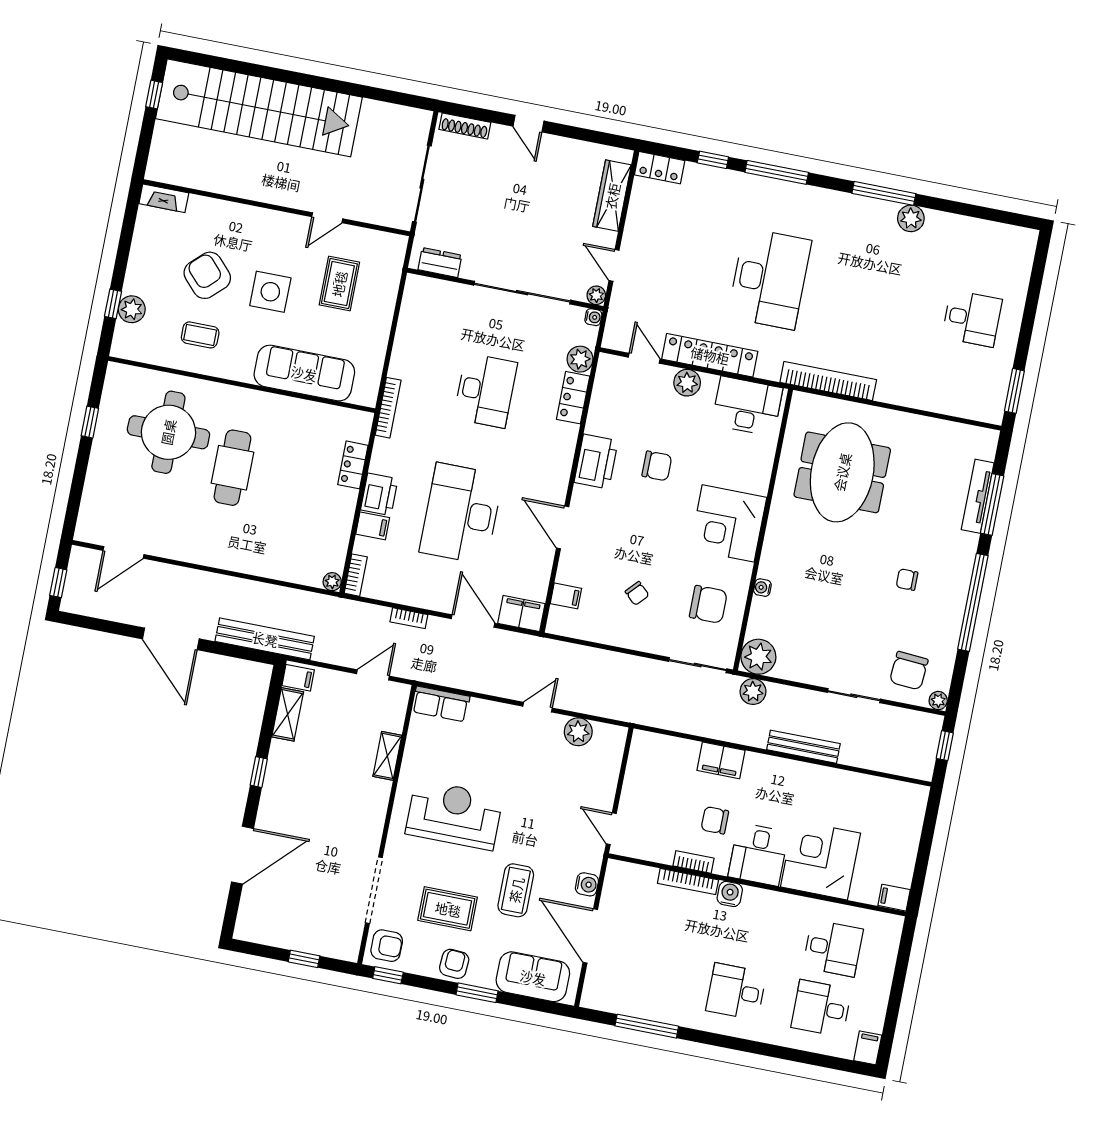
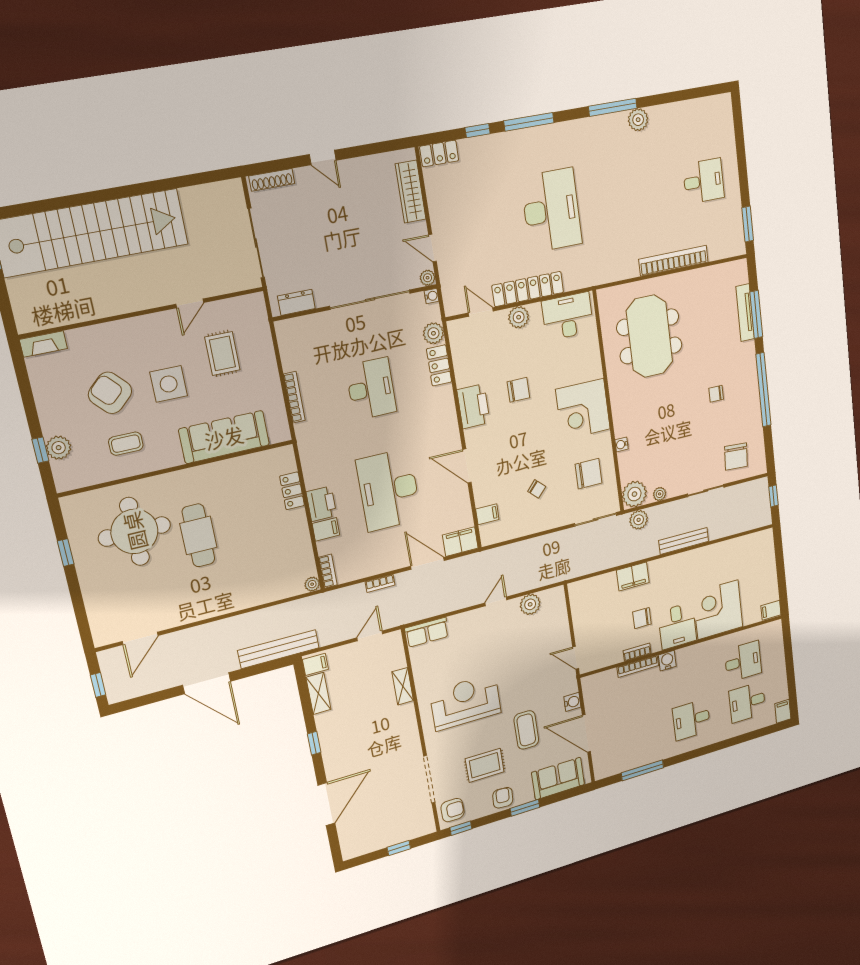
bookcase: (828, 381) -> (674, 261), moved
bookcase: (388, 408) -> (294, 397), moved
plant: (938, 701) -> (660, 494), moved

